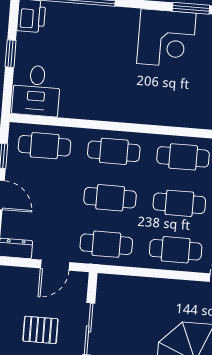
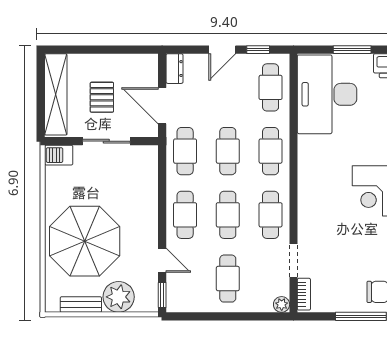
window: (11, 54) -> (352, 50), width x1.50
desk: (36, 91) -> (327, 94), width x1.87, depth x1.30
door: (55, 265) -> (162, 106), width x1.38

